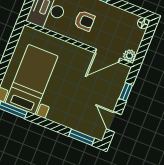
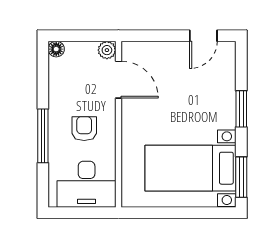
window: (126, 92) -> (157, 36), removed
window: (82, 137) -> (241, 109), moved

